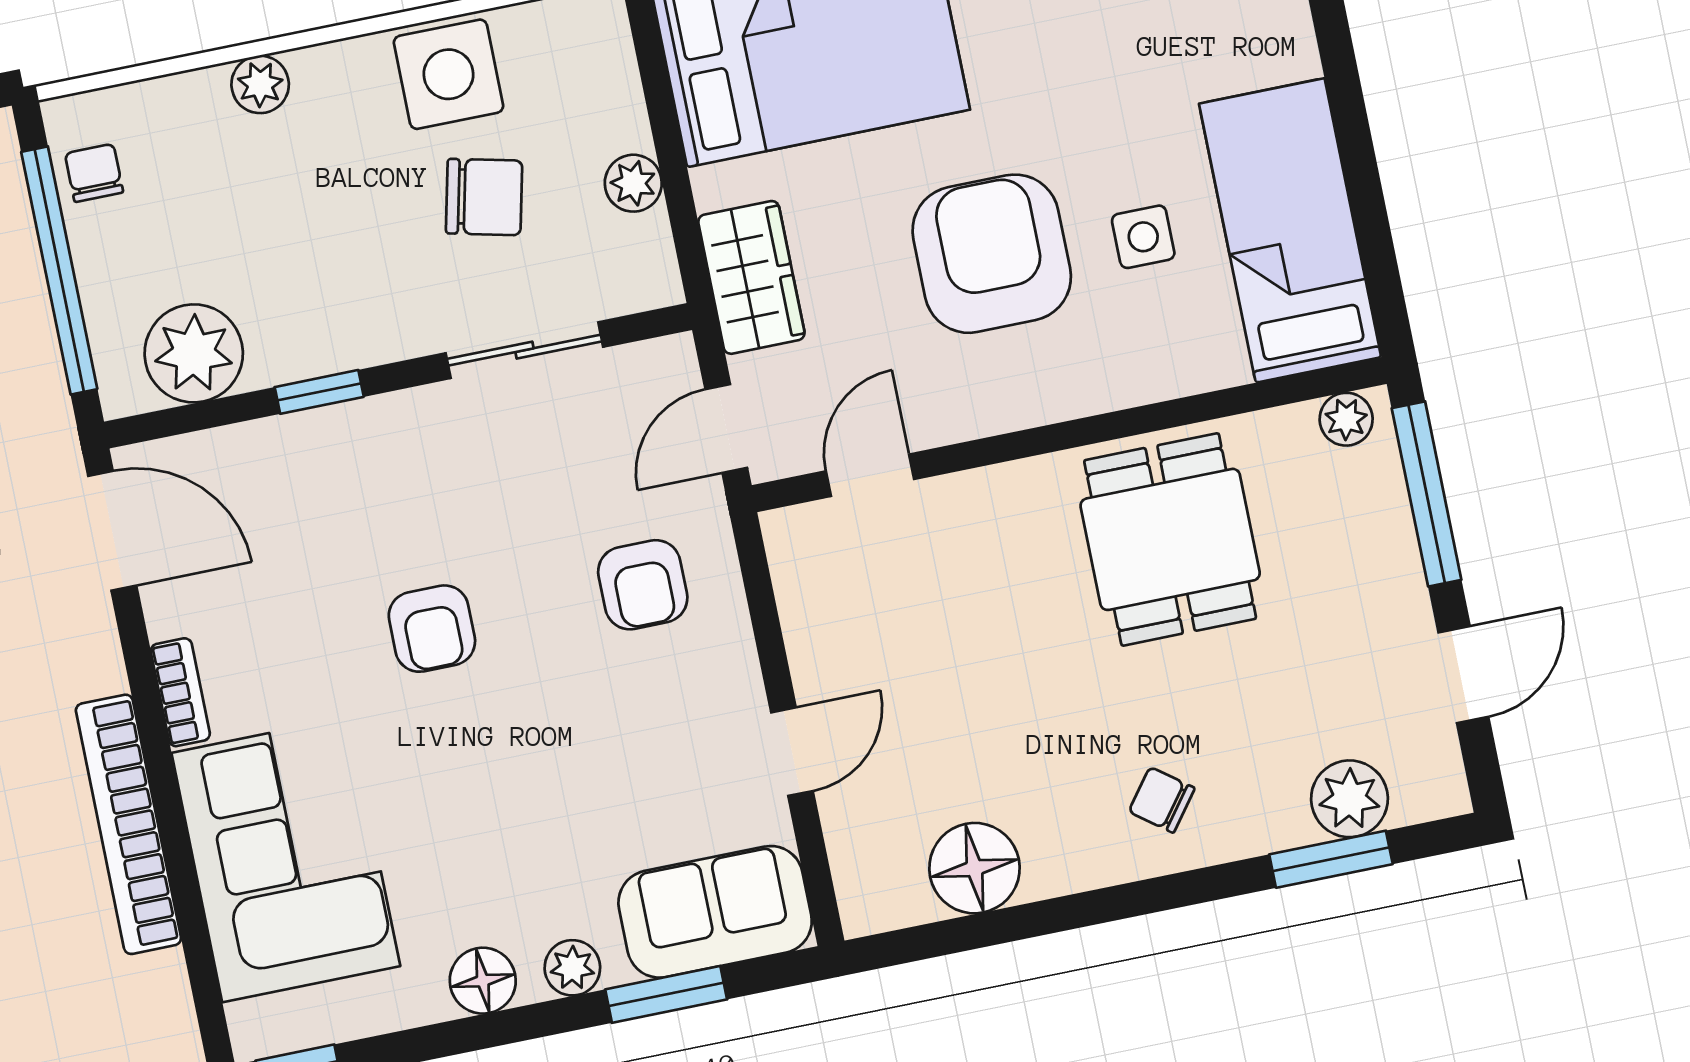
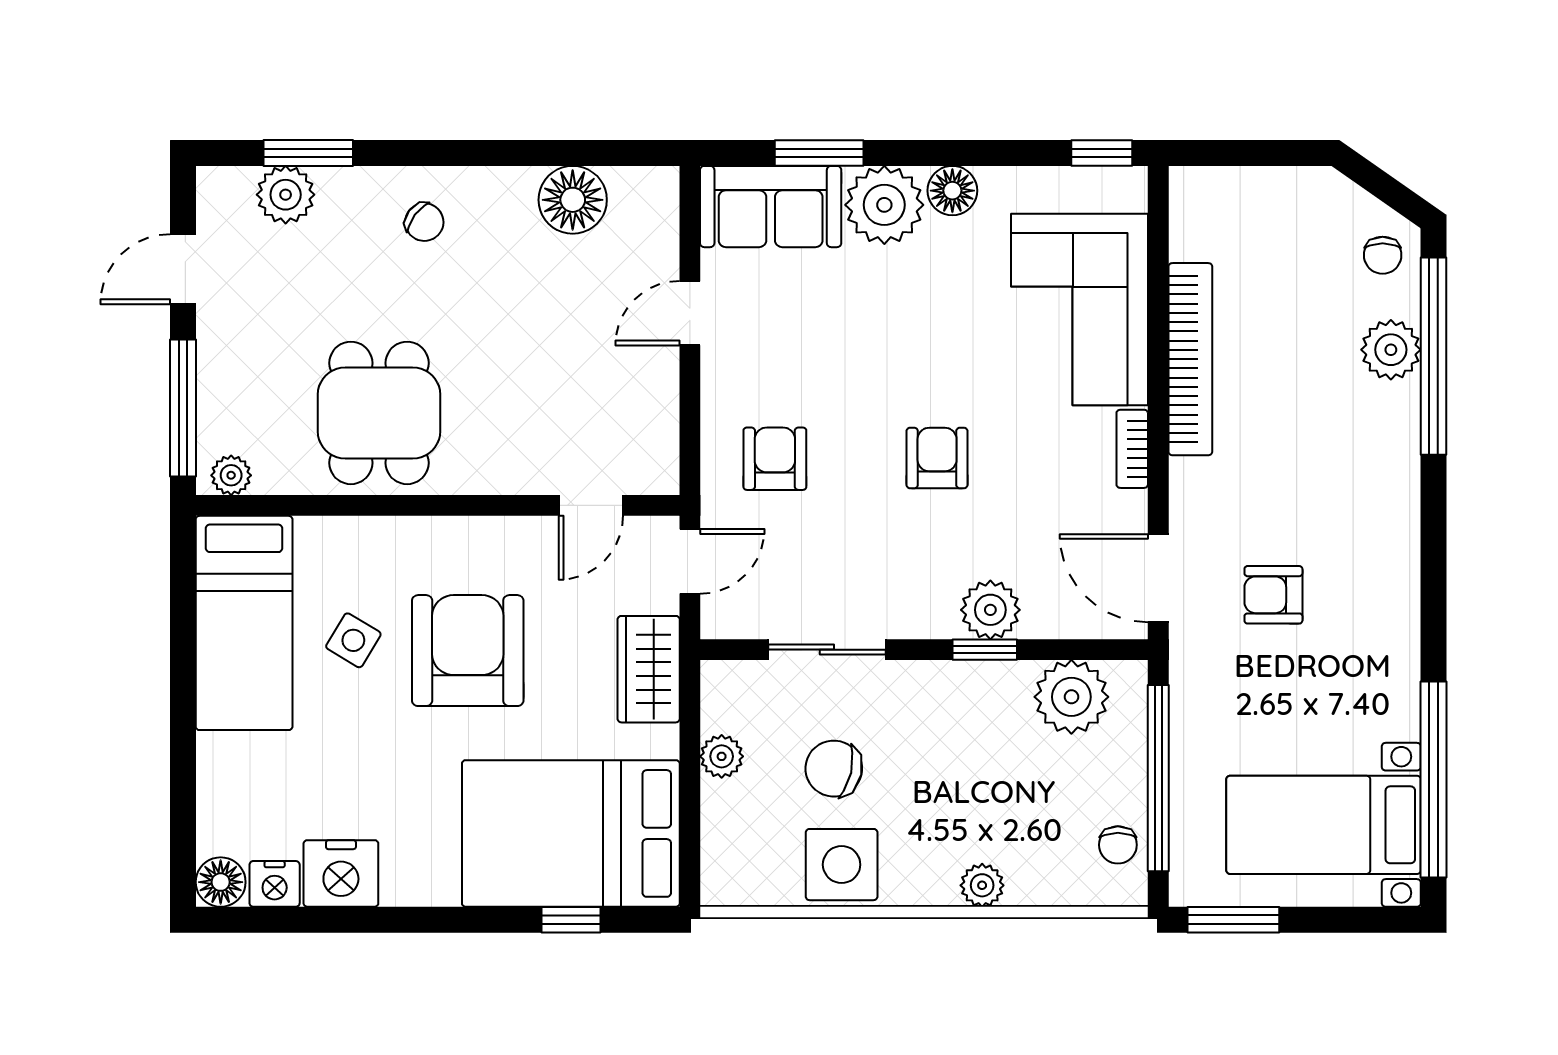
side table: (1143, 237) -> (353, 640), turned 31
armchair: (992, 254) -> (468, 651), turned 180
plant: (322, 445) -> (990, 610), added
plant: (572, 968) -> (884, 205), width x1.88, depth x1.88

